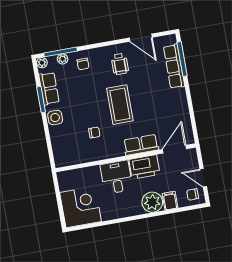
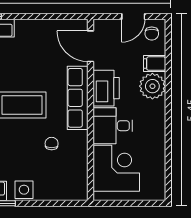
row of seats: (141, 145) -> (78, 98), width x1.48
corner desk: (81, 207) -> (116, 168), moved, turned 90

